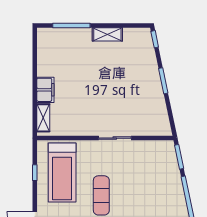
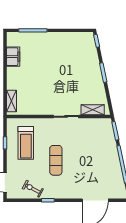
shelving: (107, 34) -> (93, 110), moved
filing cabinet: (45, 90) -> (13, 57), moved
treadmill: (62, 173) -> (26, 143), width x0.73, depth x0.73

